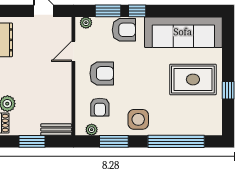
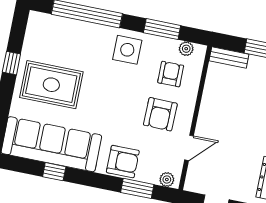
window: (137, 11) -> (54, 172), moved
armchair: (124, 30) -> (123, 162), turned 180
armchair: (102, 73) -> (160, 114), turned -89

